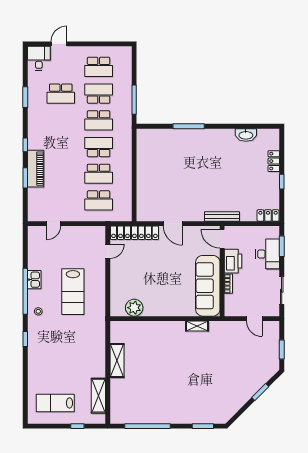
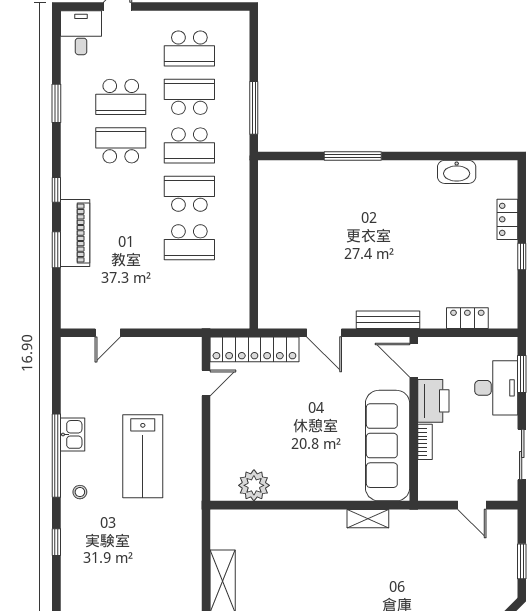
school desk: (99, 200) -> (121, 145), moved, turned 180
locker: (268, 215) -> (467, 318), moved
bench: (222, 216) -> (388, 320), moved

